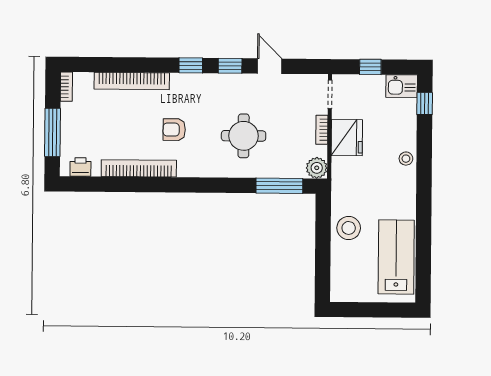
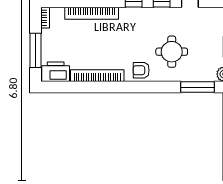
armchair: (174, 130) -> (141, 70), moved
printer: (80, 167) -> (56, 72), width x1.87, depth x1.48

